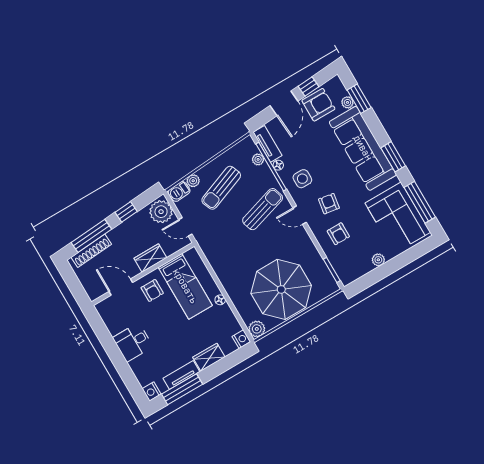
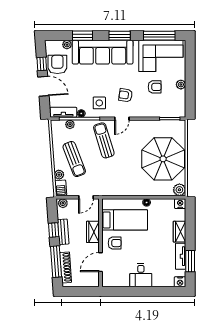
window: (359, 99) -> (82, 36), moved
plant: (161, 212) -> (63, 203), width x0.53, depth x0.53
bench: (130, 224) -> (63, 232), added
armchair: (338, 234) -> (155, 87), moved
window: (182, 389) -> (190, 261), width x0.69

